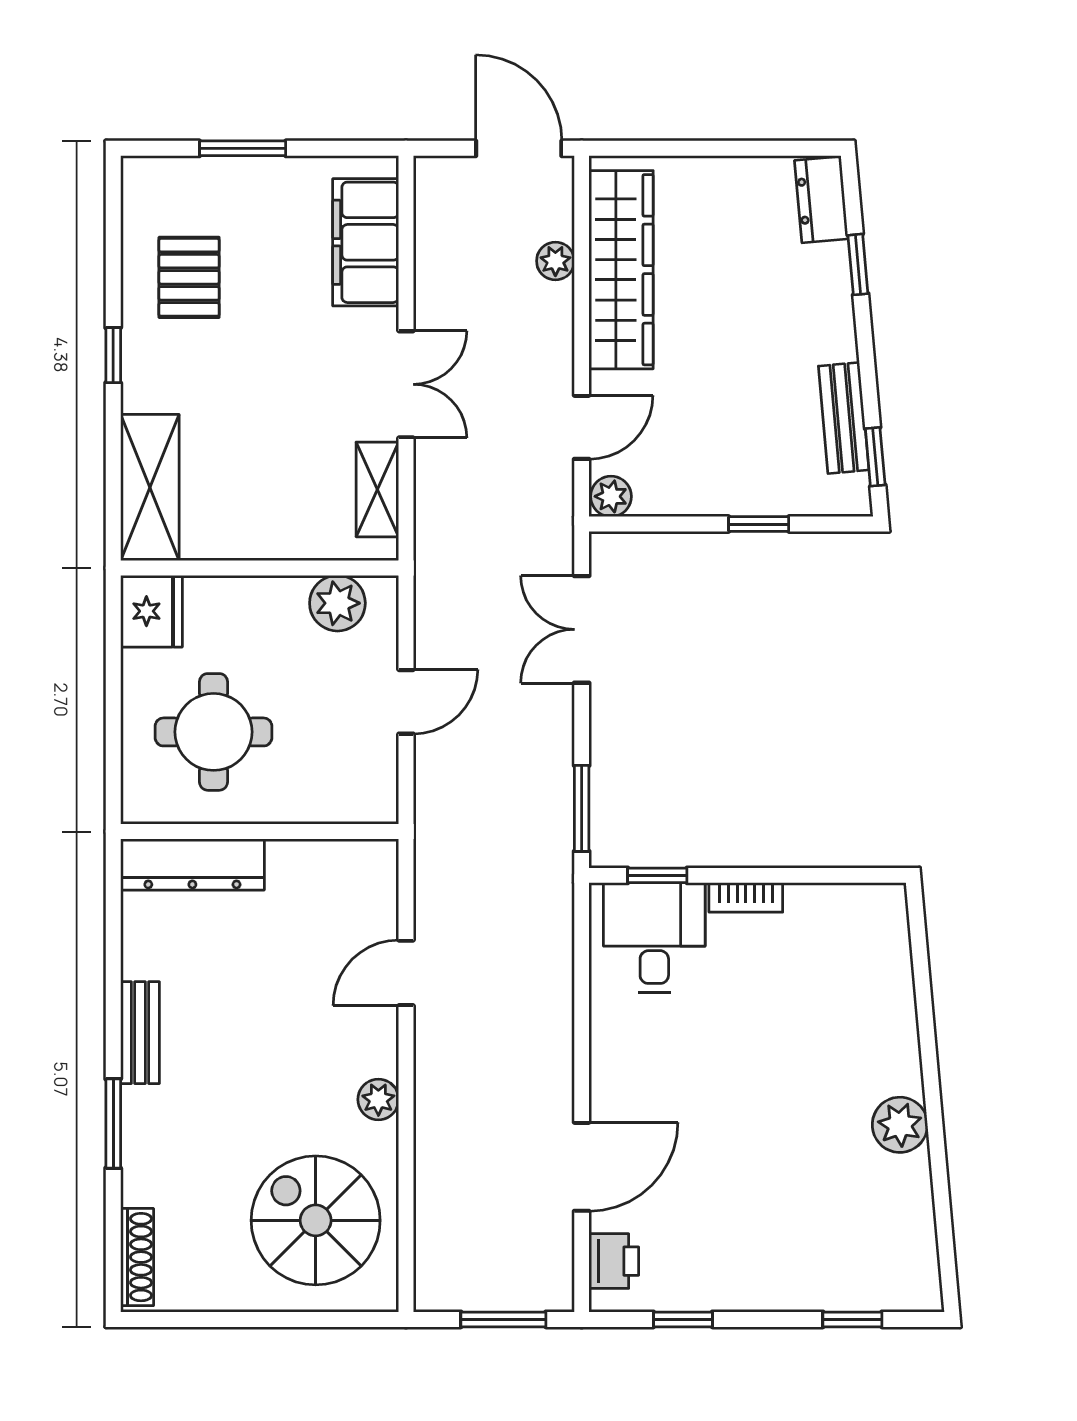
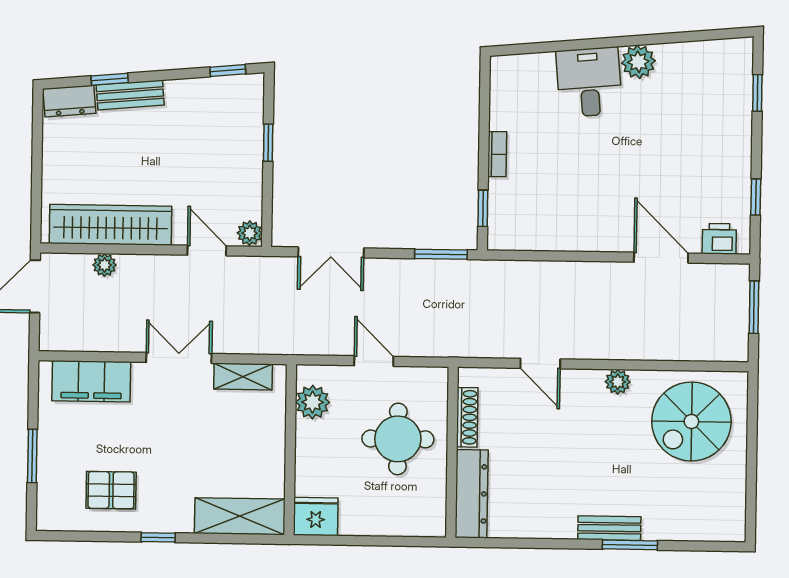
bench: (844, 418) -> (130, 95), moved
round table: (214, 732) -> (398, 439), moved
desk: (654, 937) -> (589, 82), moved, turned 85
bench: (140, 1033) -> (609, 528), moved
shoe rack: (137, 1257) -> (467, 417), moved, turned 90

